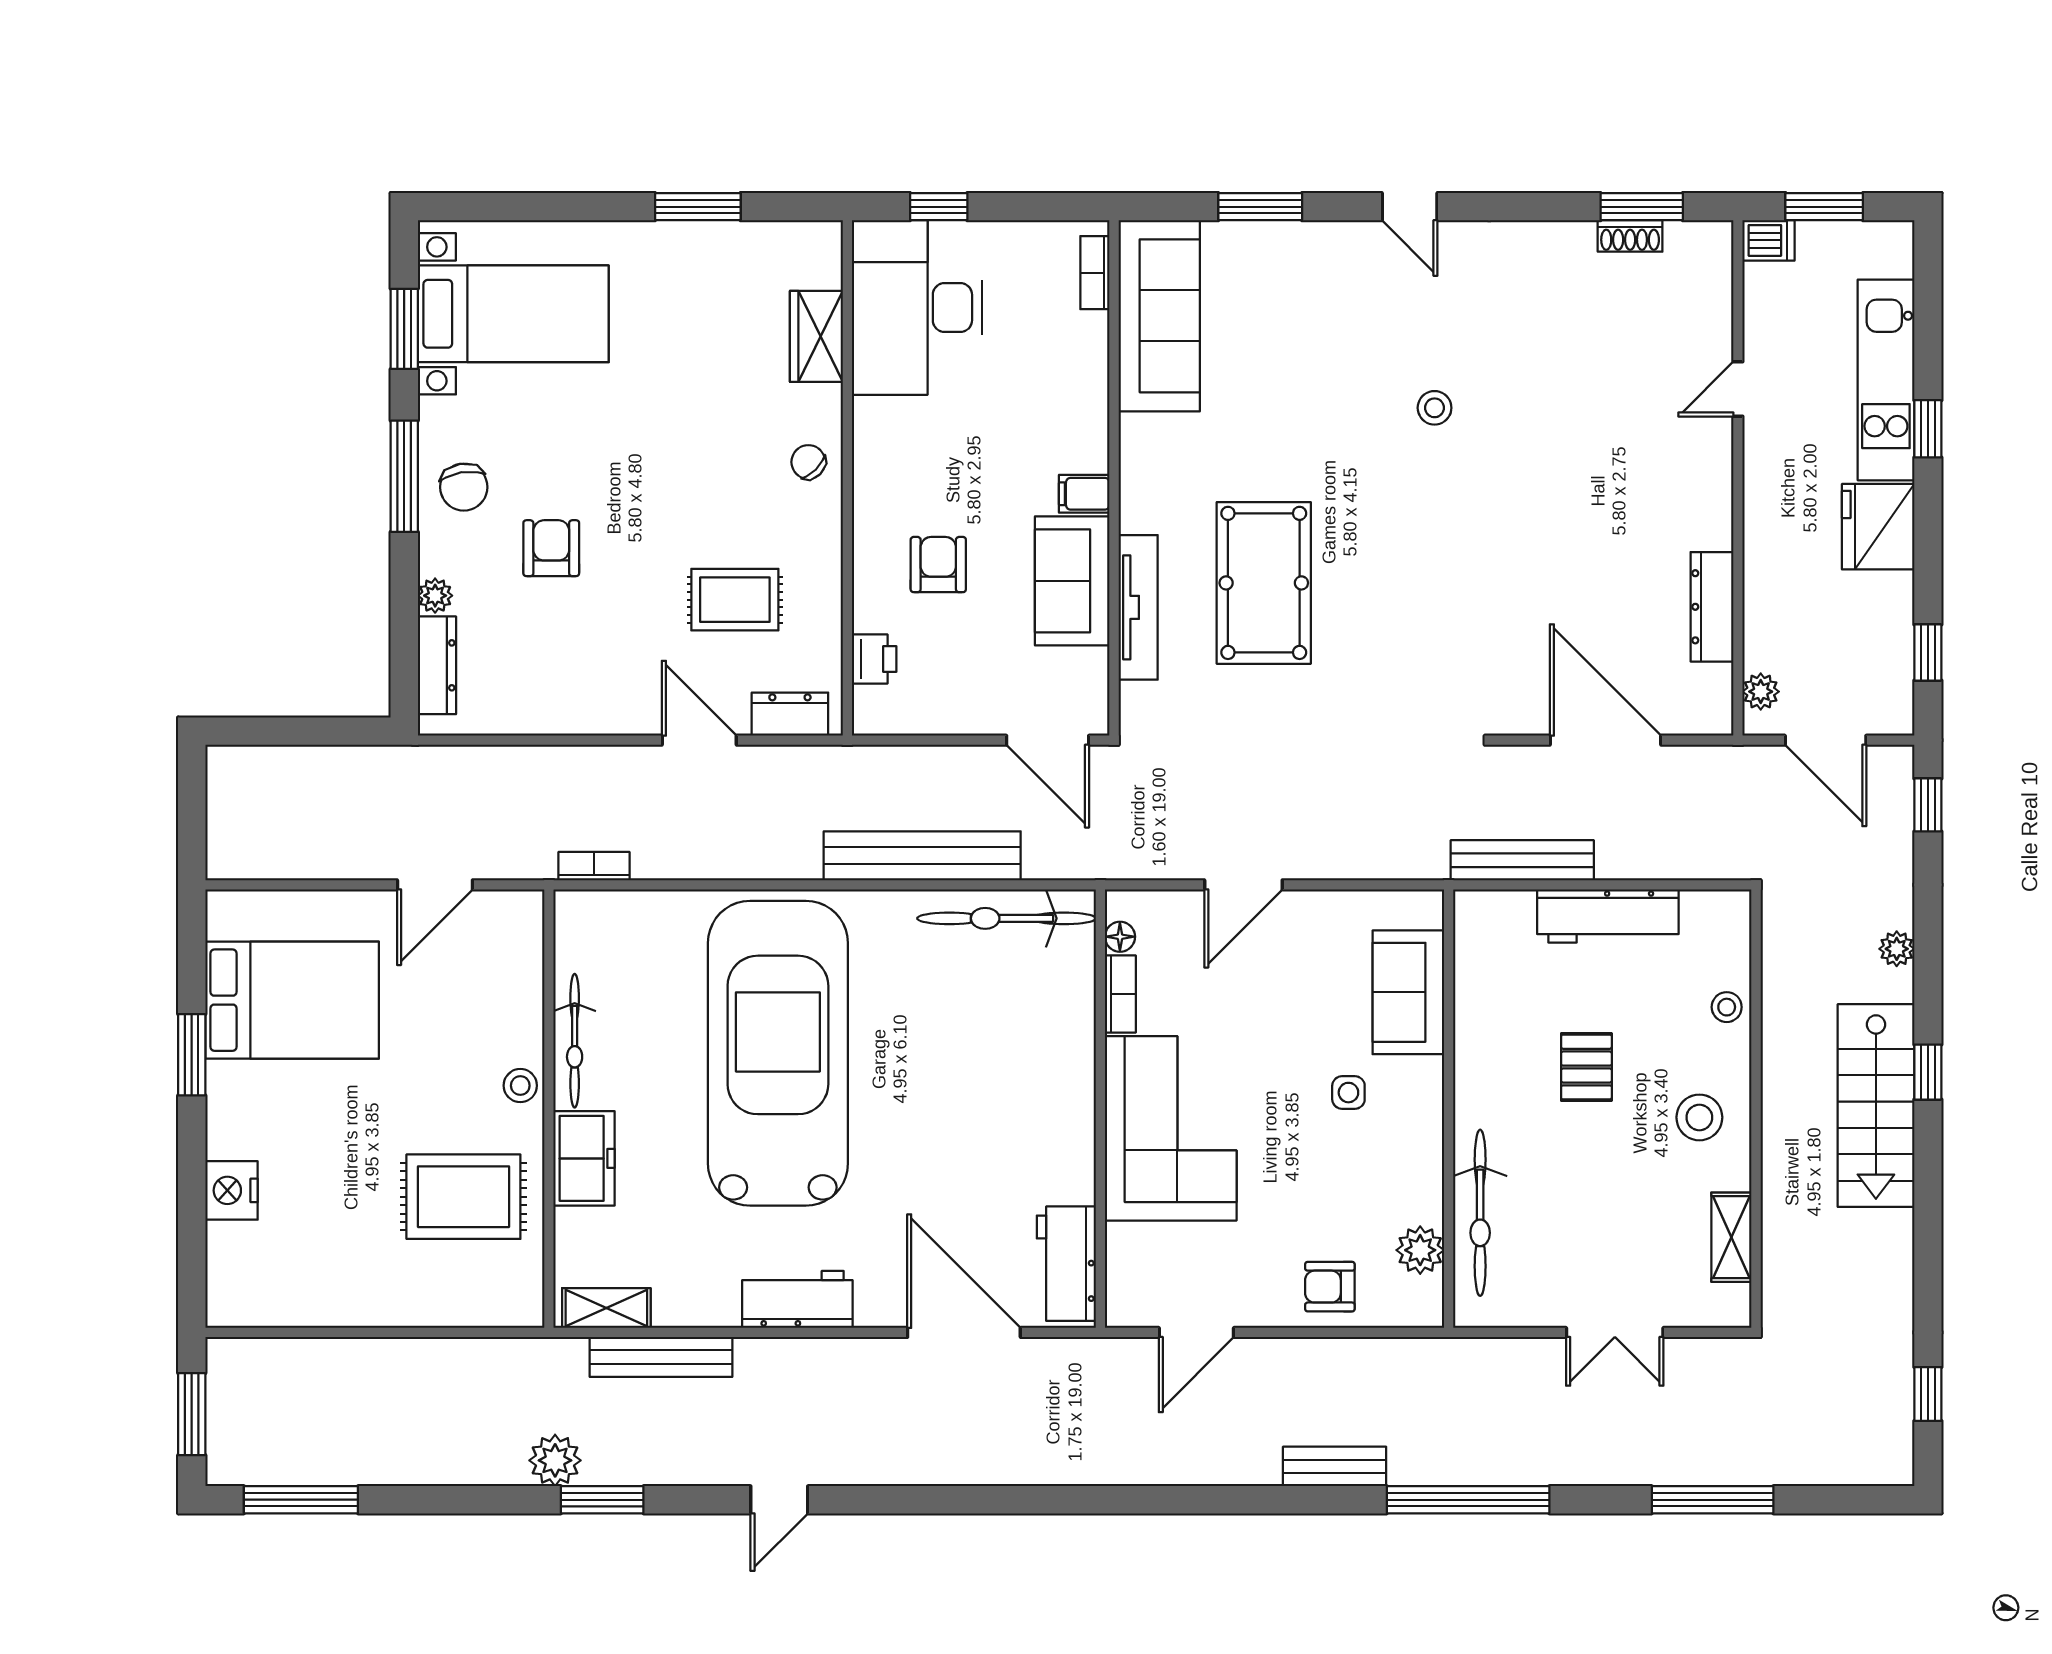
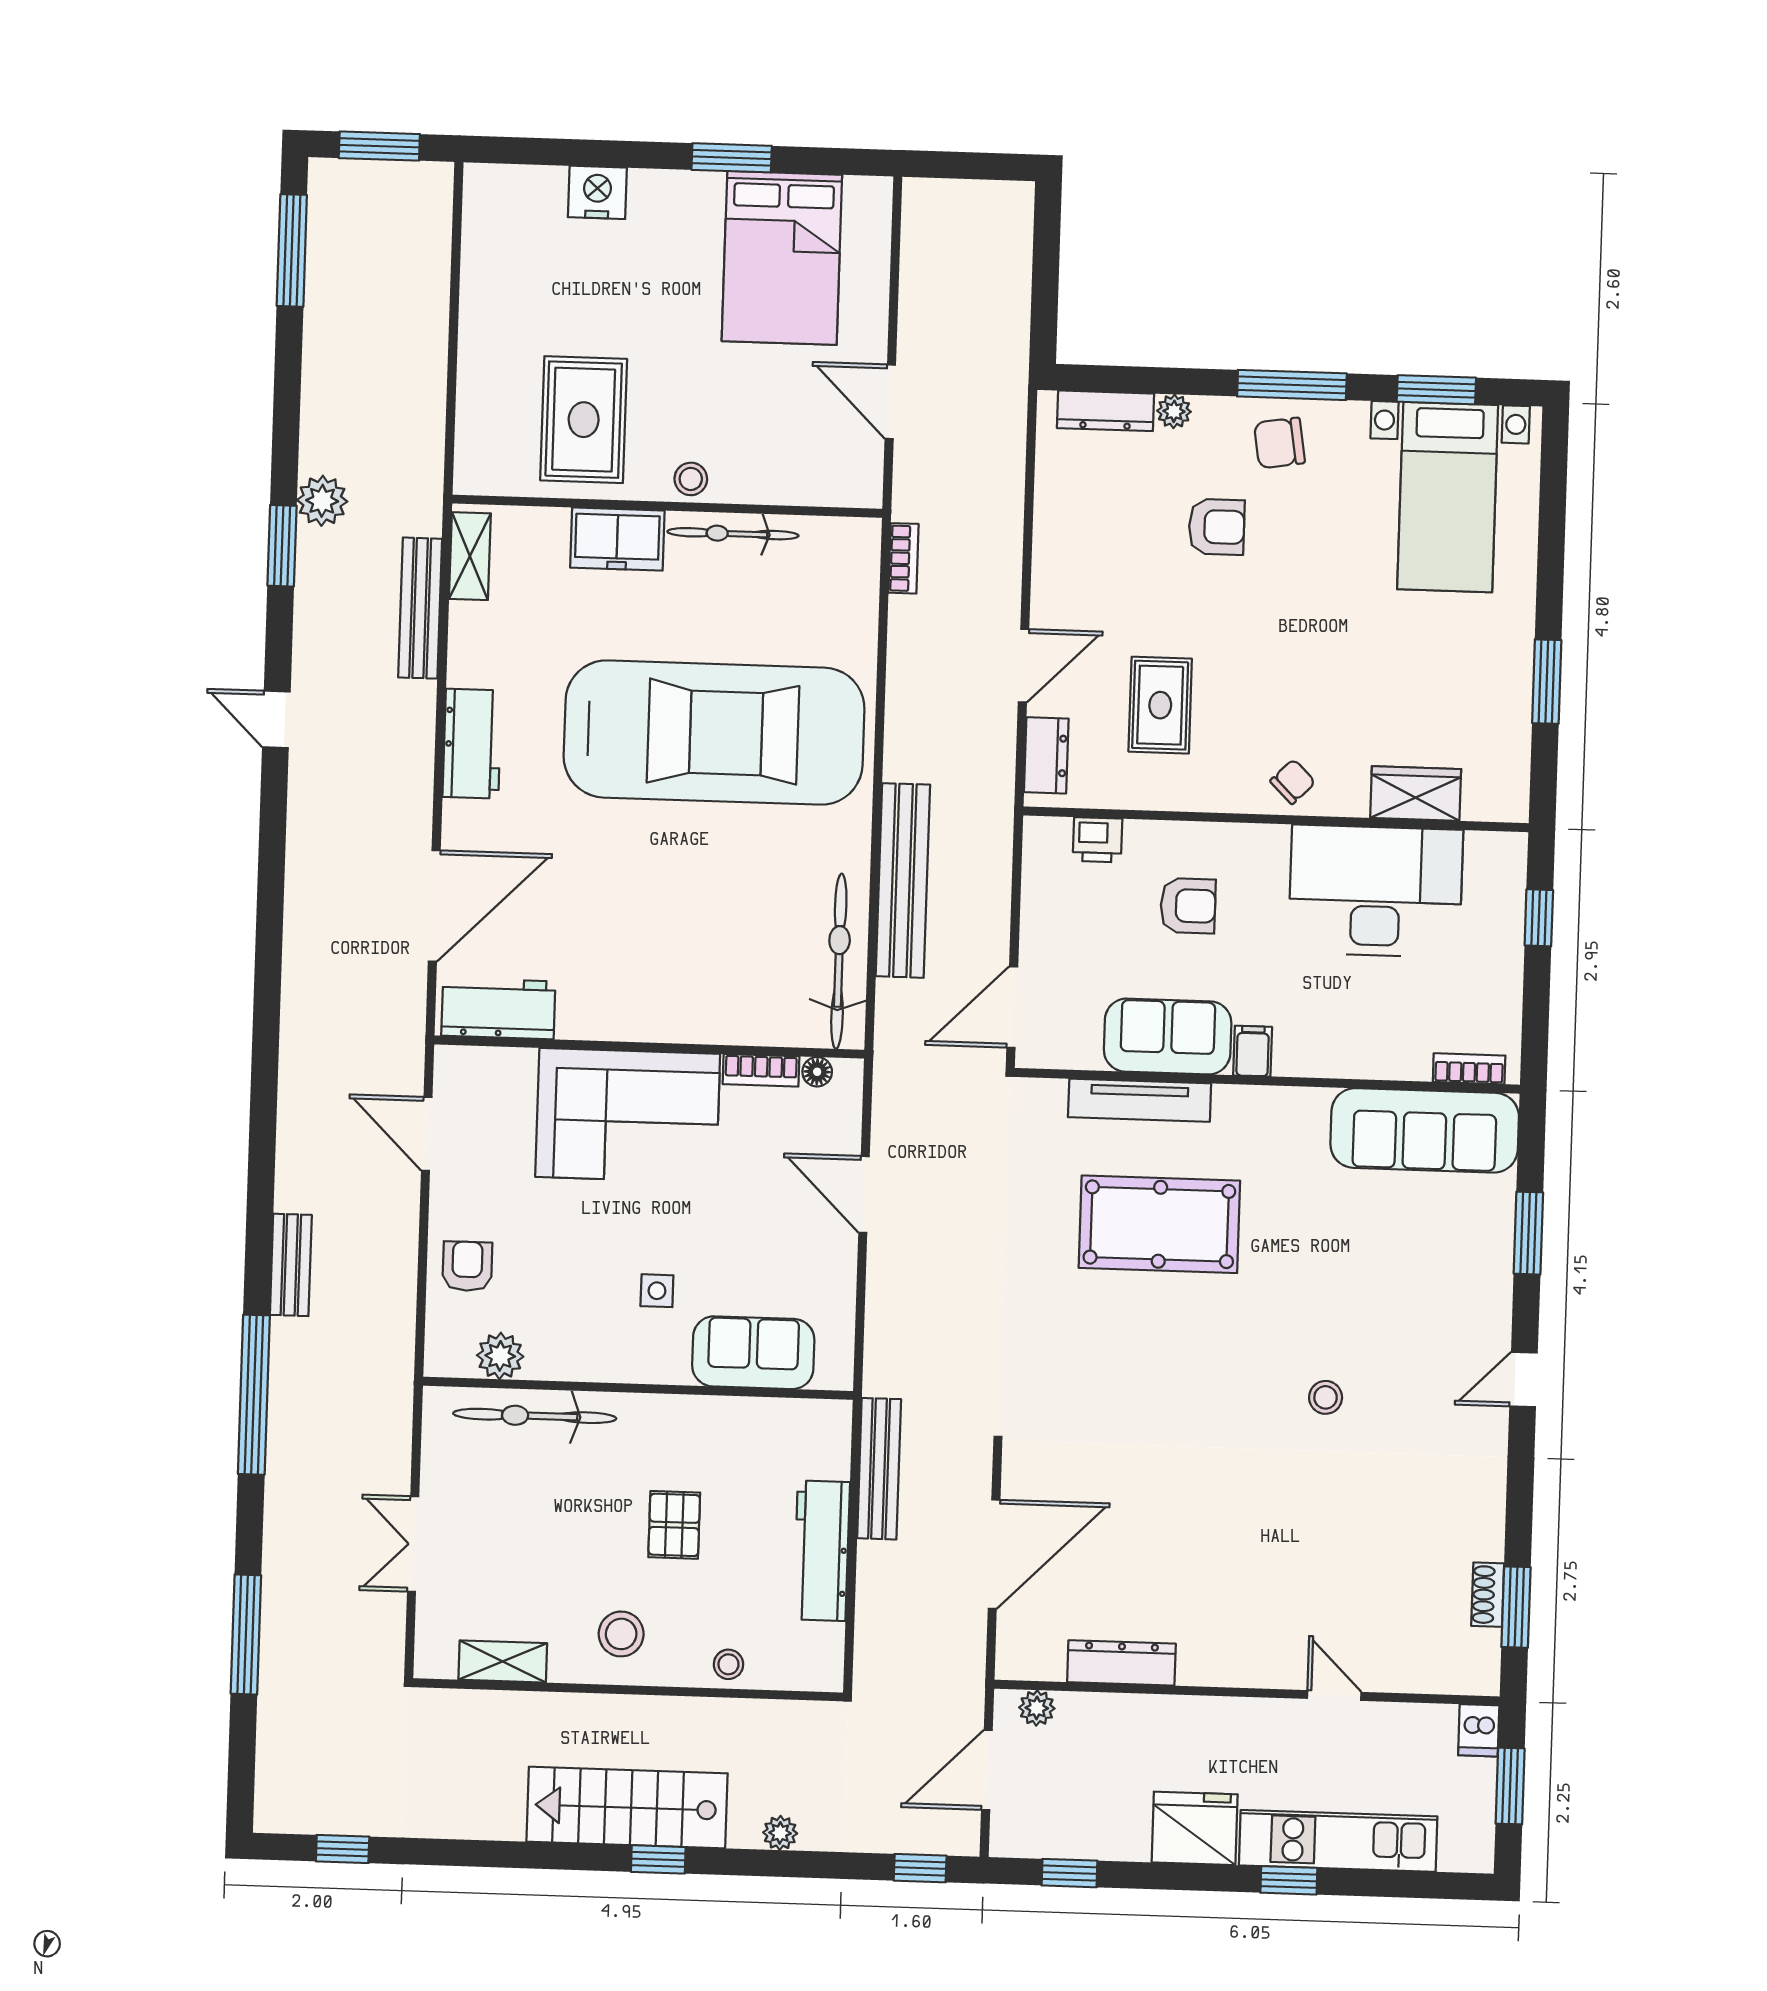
desk: (917, 308) -> (1376, 891), moved
pallet: (1586, 1067) -> (674, 1525), turned 90

